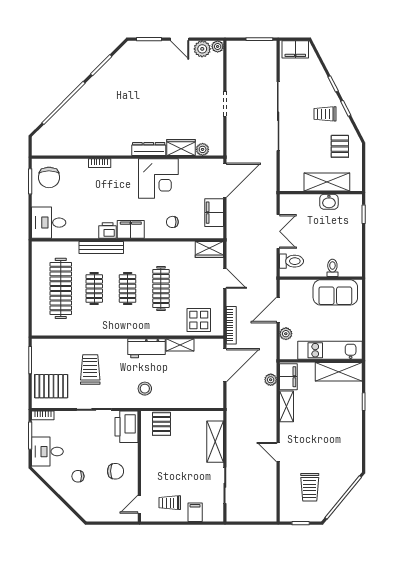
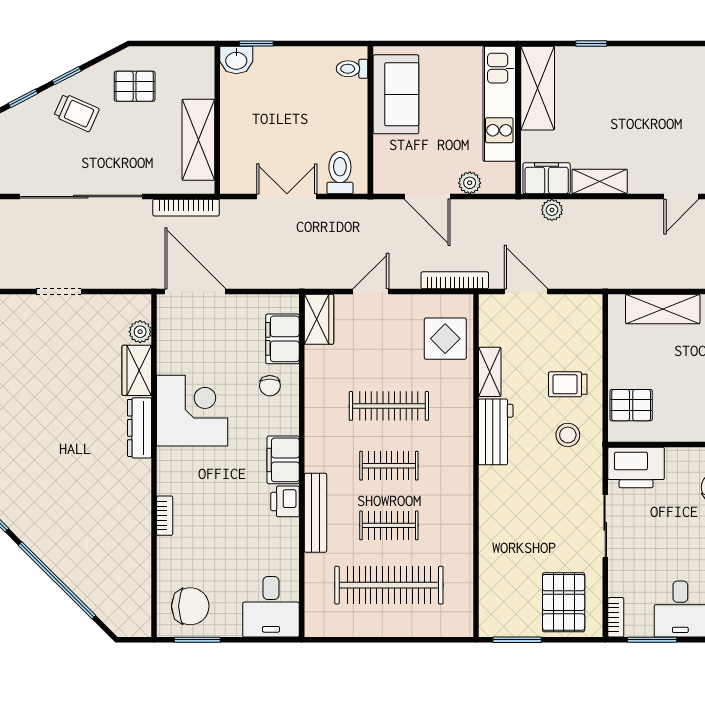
trolley: (325, 114) -> (77, 113), turned -66
bookcase: (272, 175) -> (186, 208), added
shelving: (327, 182) -> (198, 140), moved
washbasin: (329, 202) -> (236, 60), moved, turned 90
filing cabinet: (214, 213) -> (282, 339), moved, turned 90
toilet: (332, 268) -> (352, 69), moved
door: (225, 365) -> (526, 292), width x0.73
trolley: (90, 369) -> (568, 384), moved, width x0.73, depth x0.72

